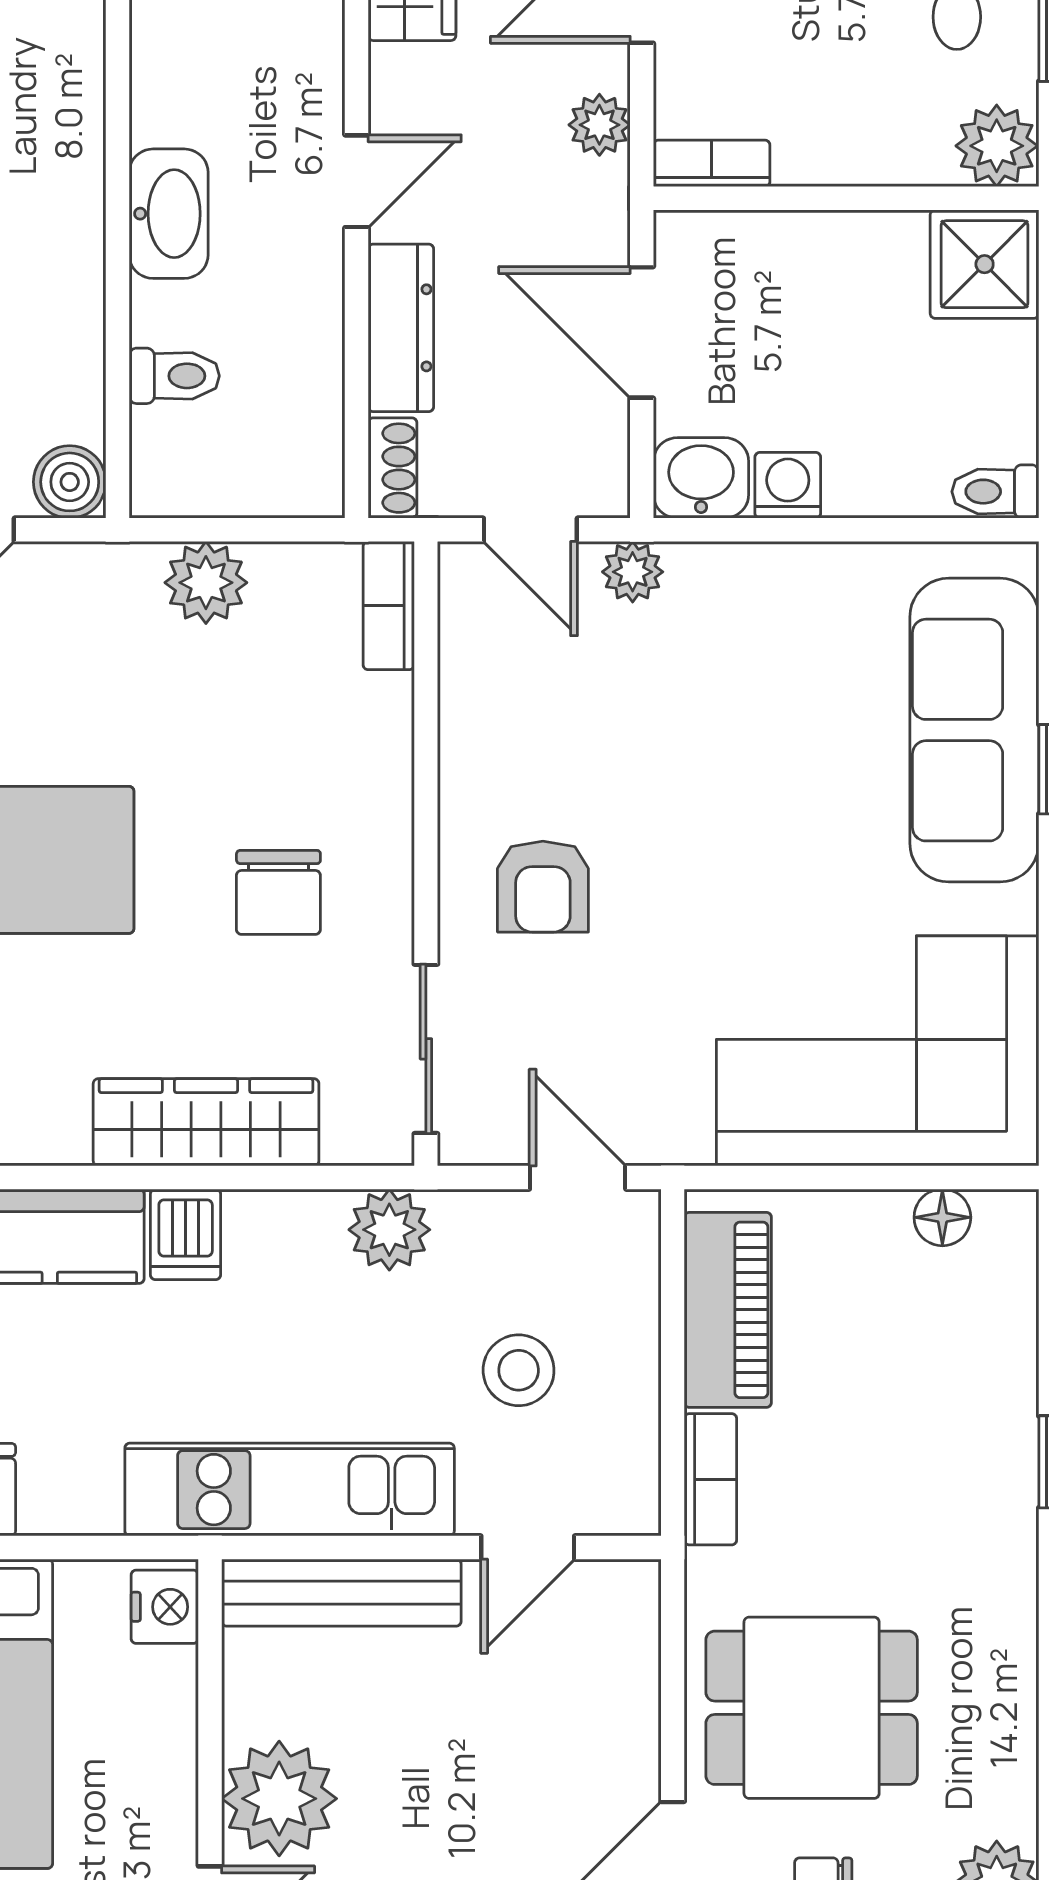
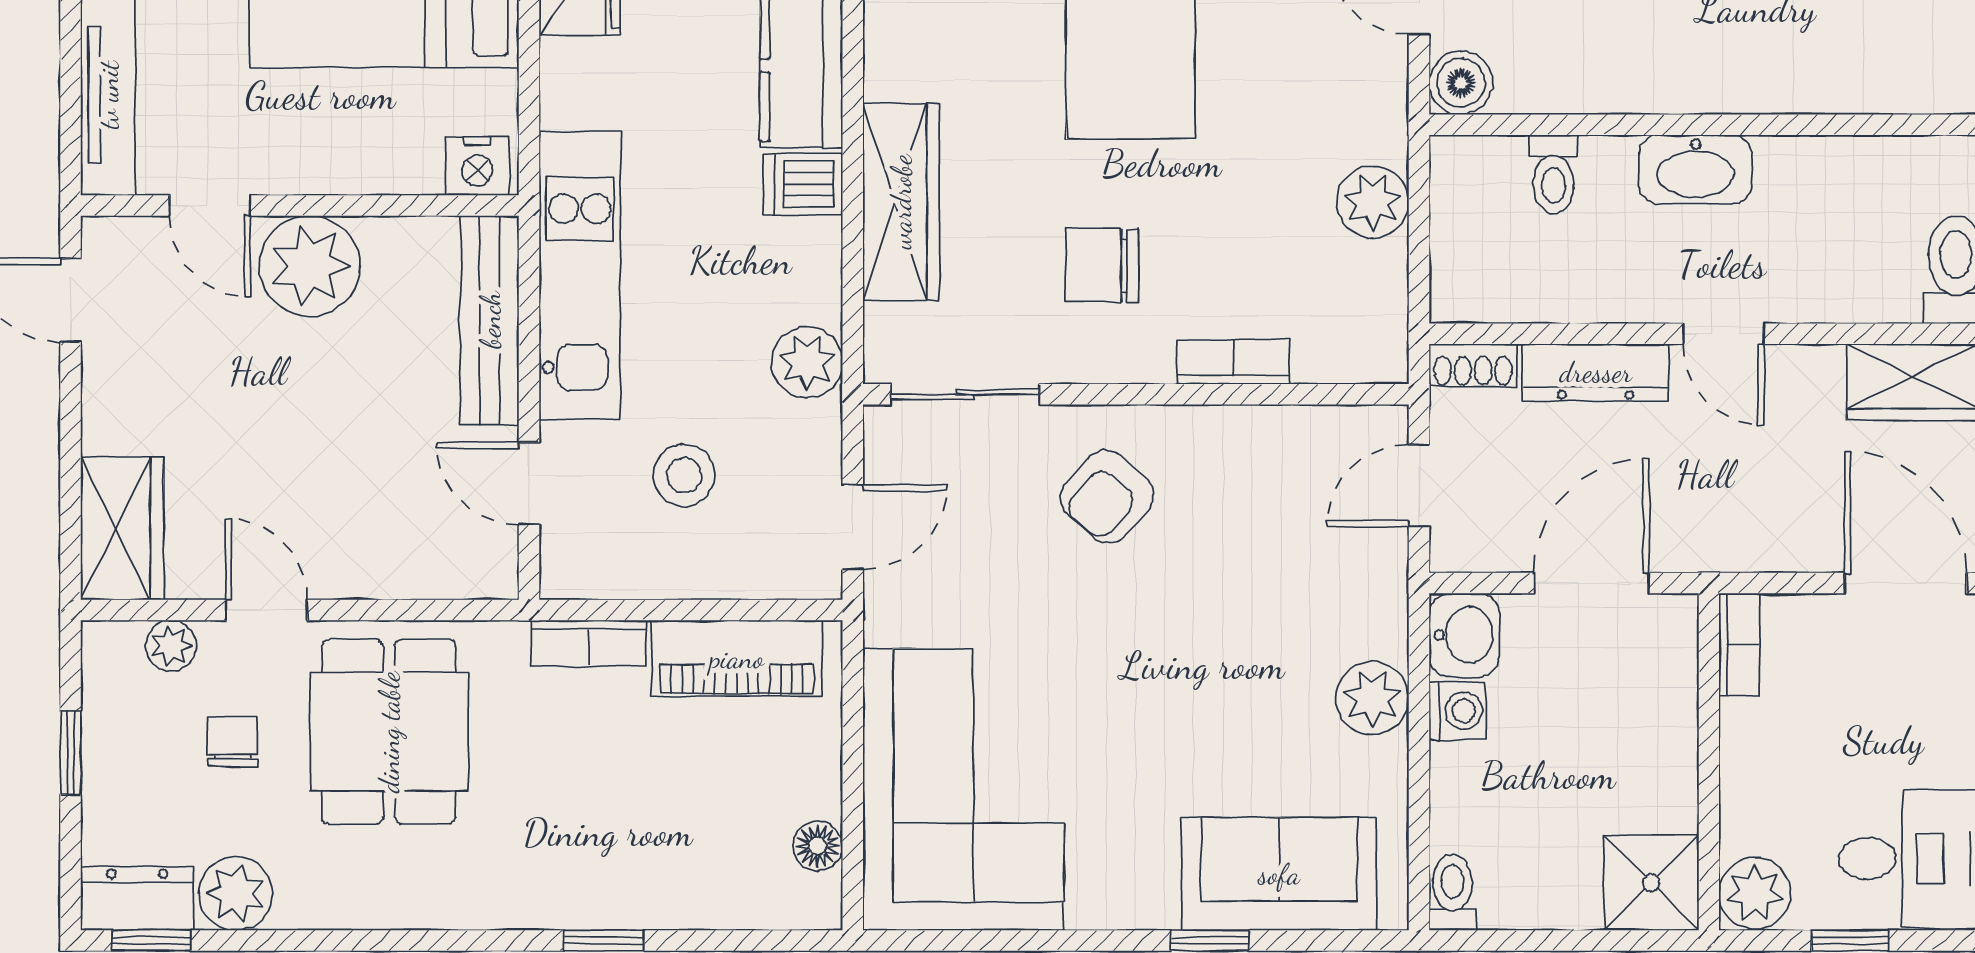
plant: (599, 125) -> (1773, 546), removed
plant: (633, 572) -> (1372, 698), moved, width x1.38, depth x1.38
bookcase: (389, 606) -> (1233, 362), moved
sofa: (974, 730) -> (1279, 874), width x0.73
armchair: (543, 887) -> (1107, 497), turned -49

